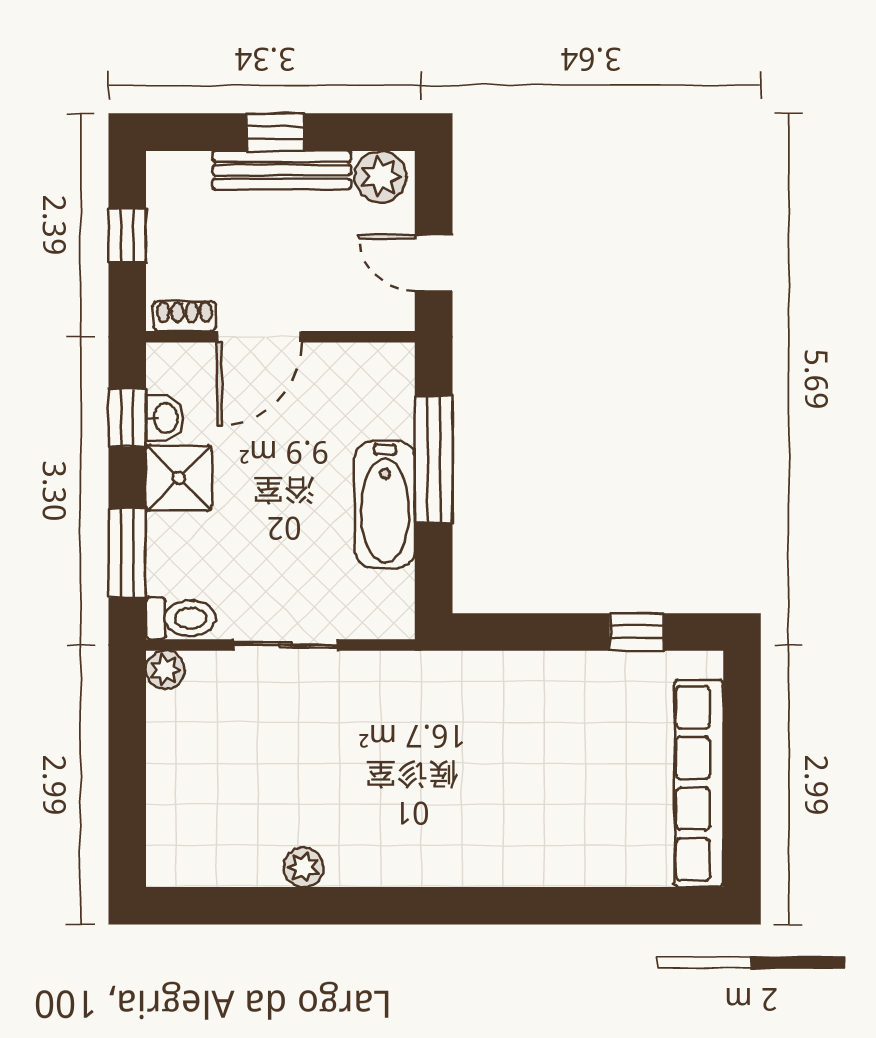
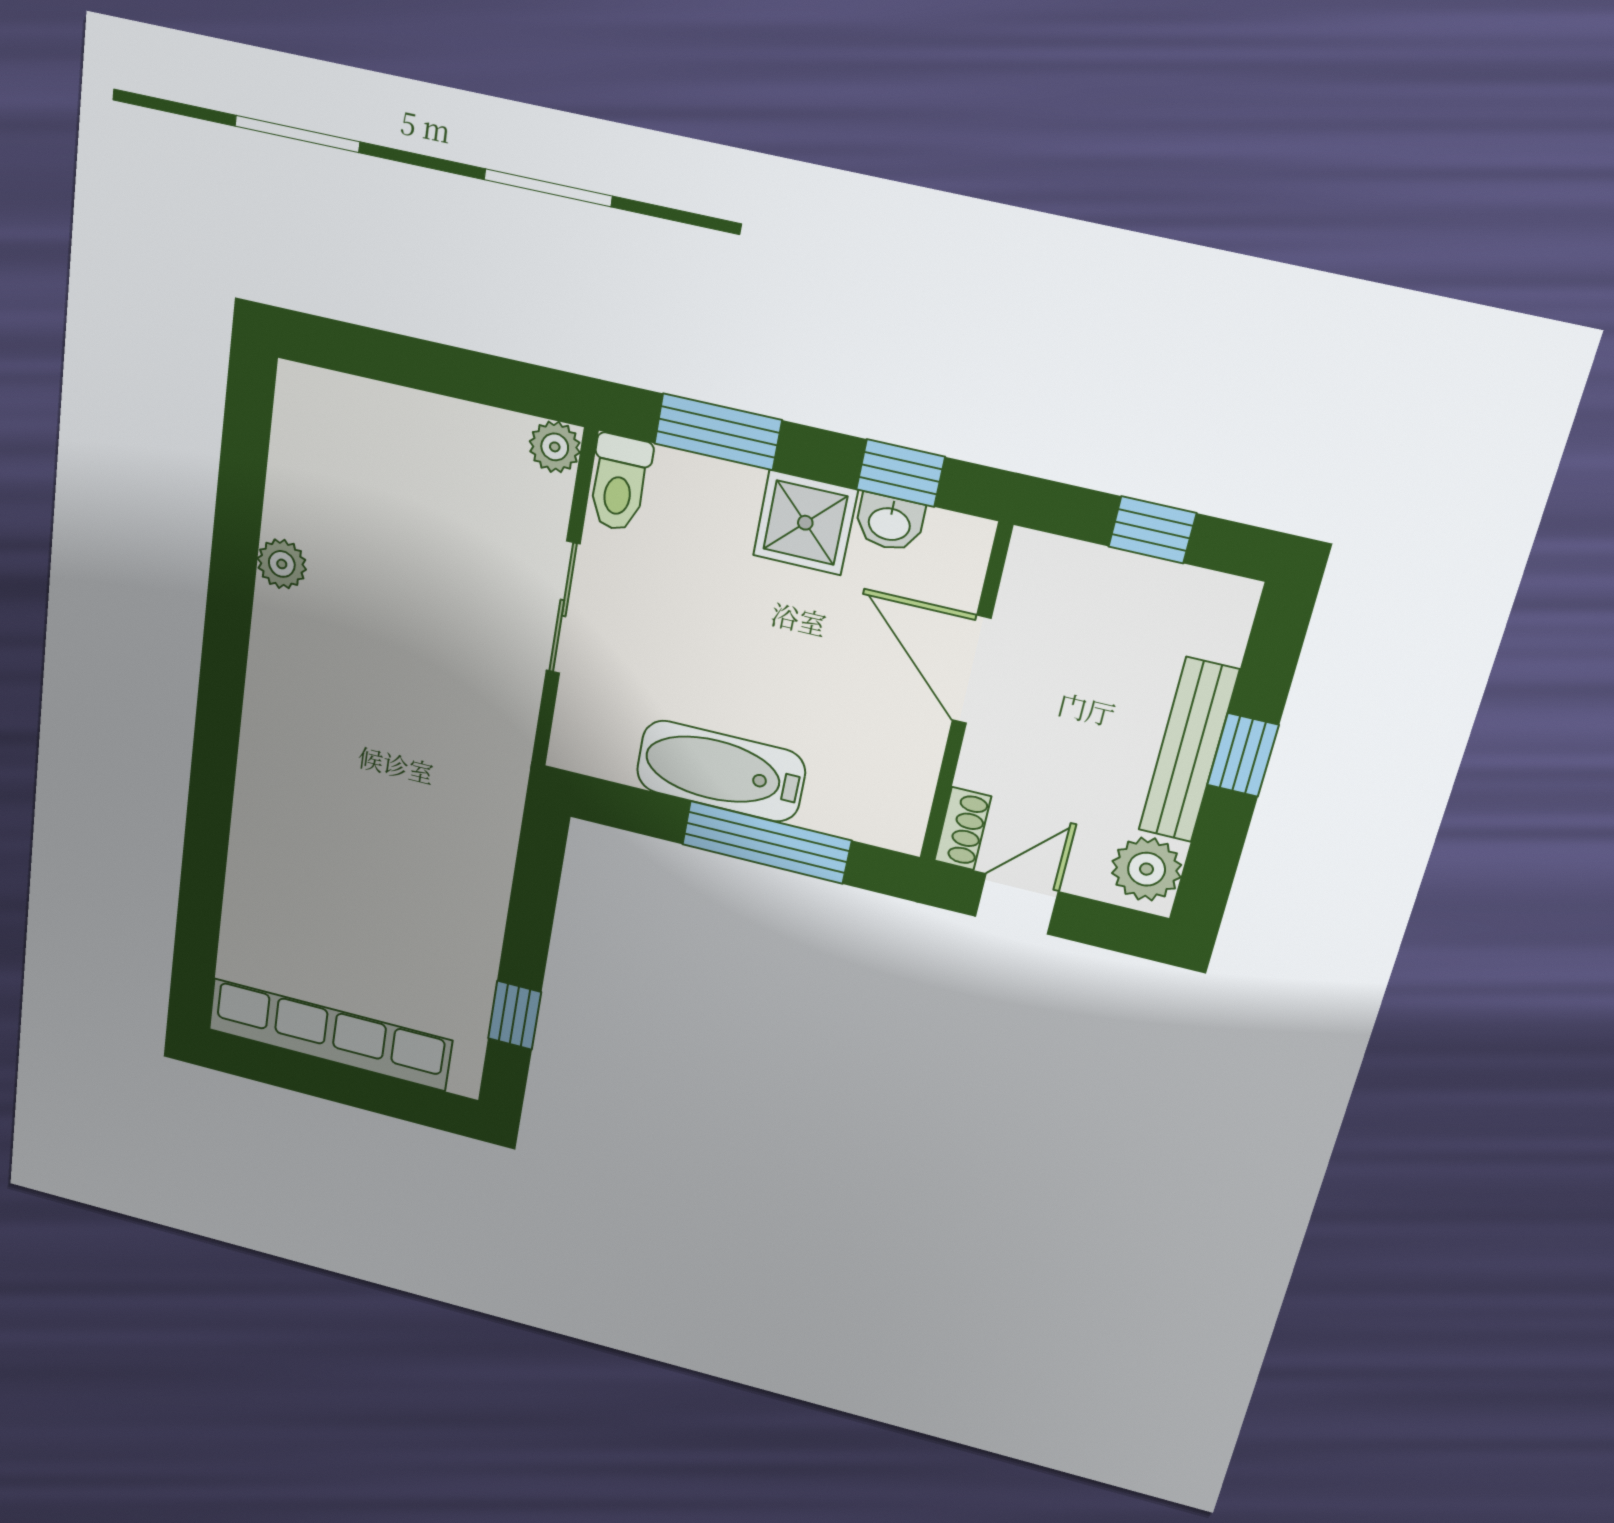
shoe rack: (185, 316) -> (963, 829), moved

